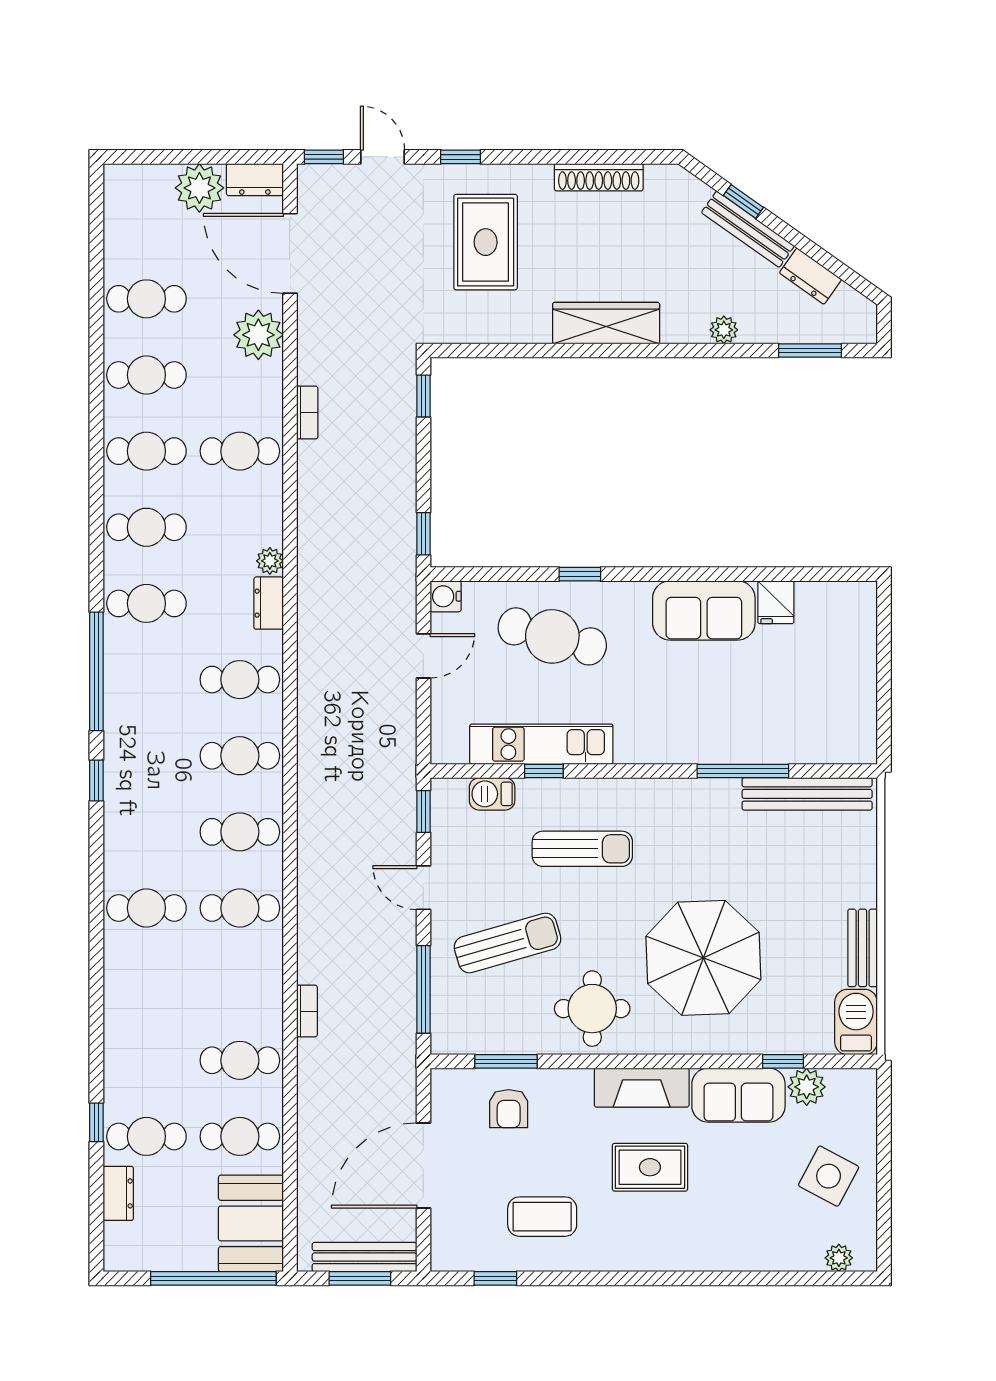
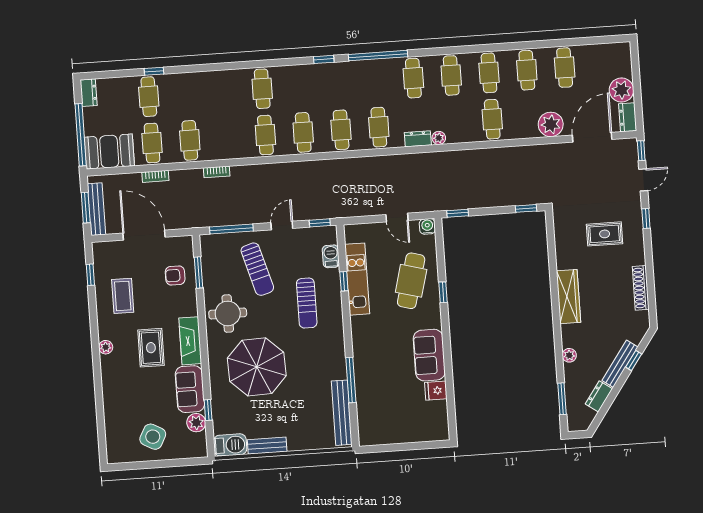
rug: (486, 242) -> (605, 234), width x0.73, depth x0.70
bookcase: (307, 413) -> (155, 176), moved
dresser: (118, 1193) -> (89, 93), moved, turned -90
plant: (839, 1258) -> (106, 347), moved

